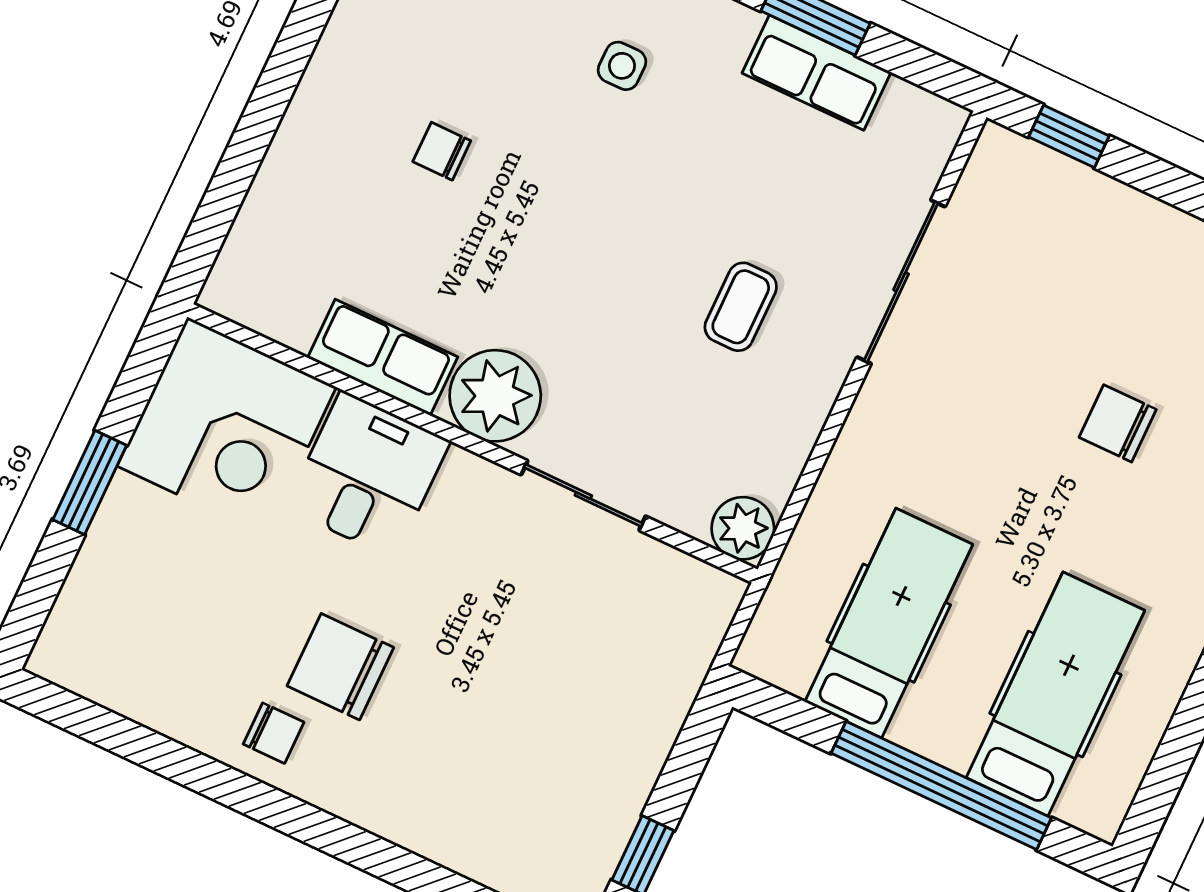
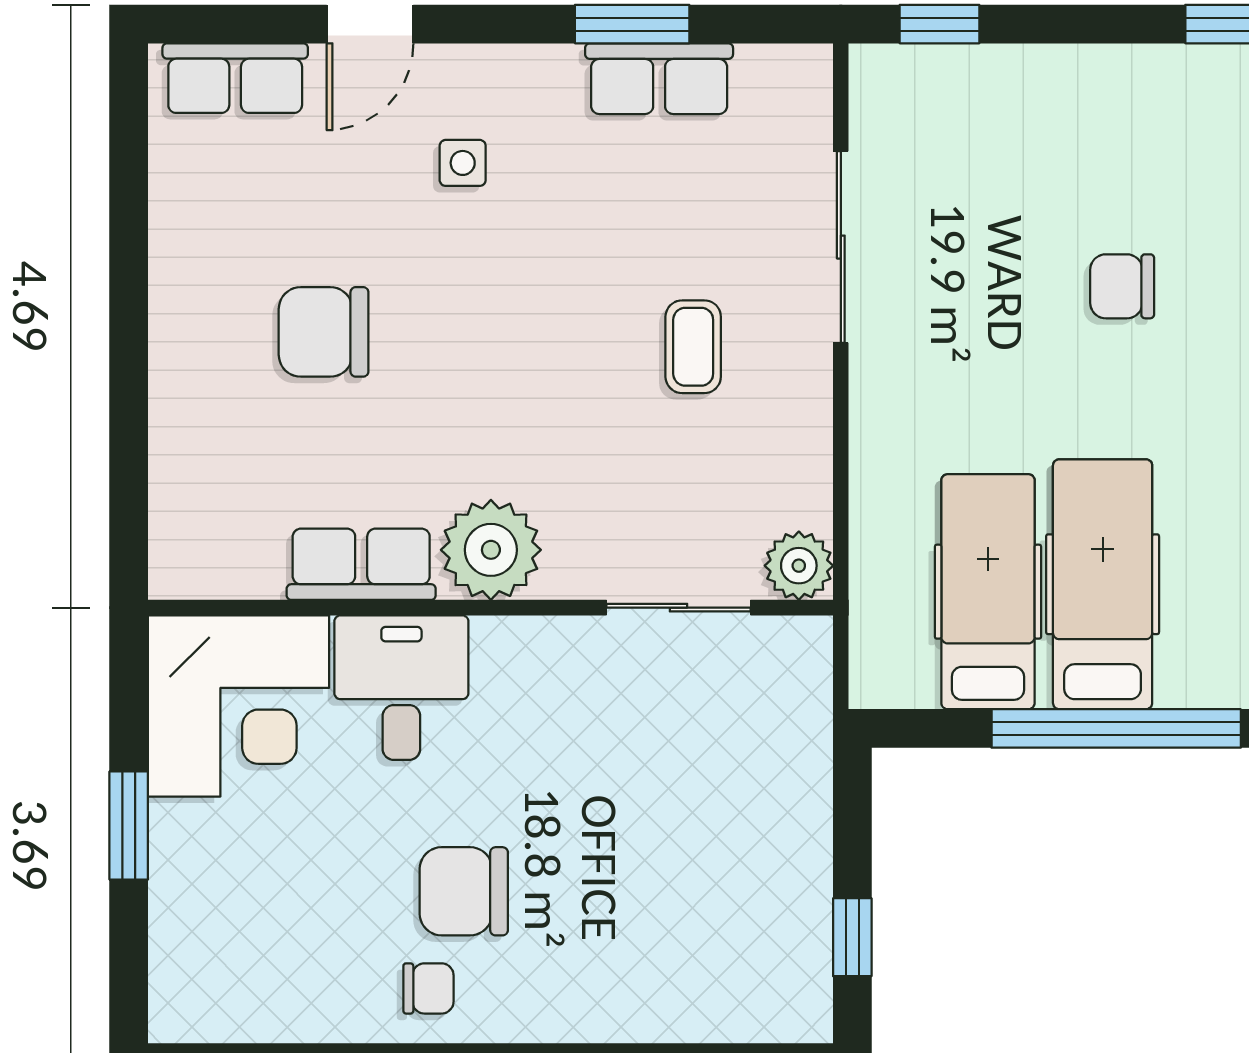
chair: (442, 151) -> (324, 332), width x1.87, depth x1.87
sliding door: (583, 495) -> (679, 608), moved
hospital bed: (1055, 694) -> (1103, 584), moved

